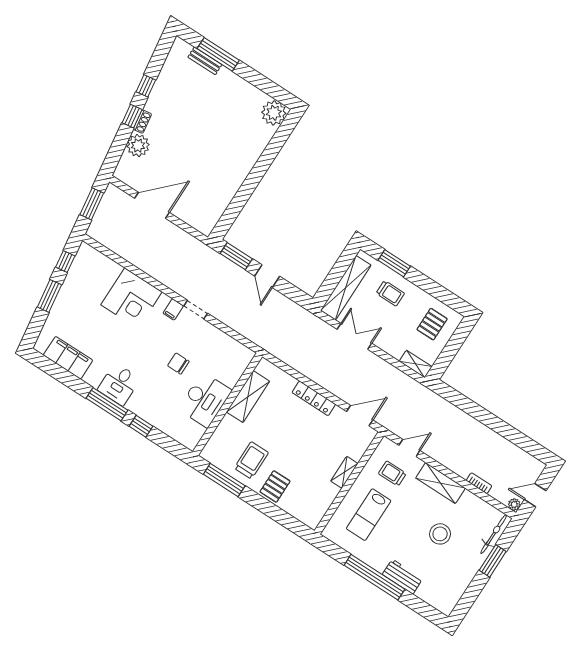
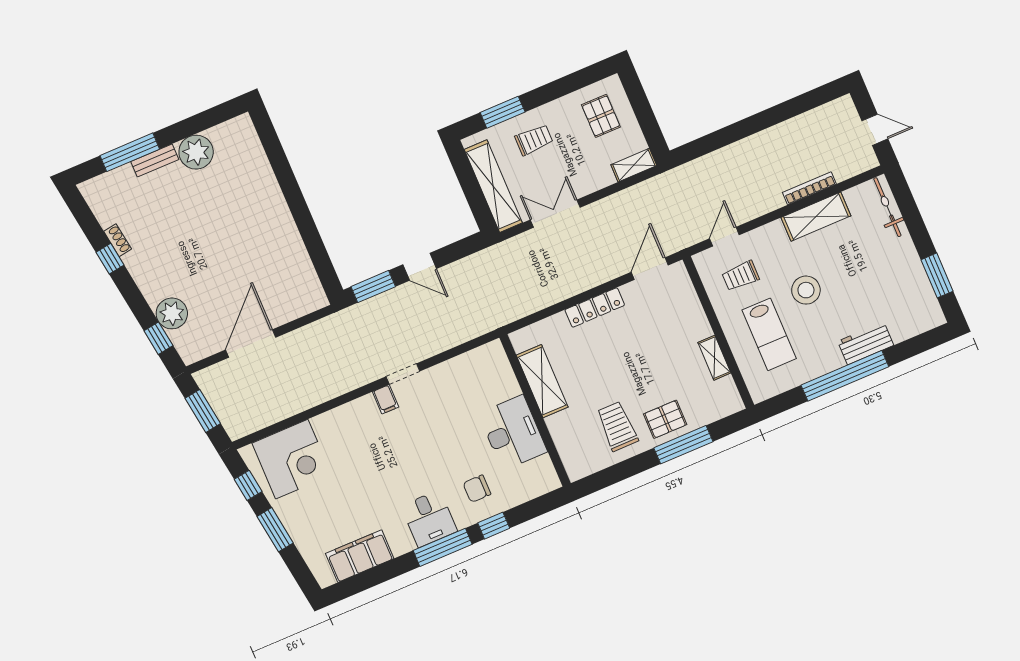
bench: (205, 61) -> (155, 161), moved
plant: (274, 113) -> (196, 152), moved
window: (132, 116) -> (158, 338), moved
shoe rack: (142, 122) -> (118, 240), moved
corner desk: (131, 298) -> (292, 459), moved
chair: (178, 364) -> (477, 489), moved
shelving: (344, 472) -> (714, 358), moved
window: (224, 480) -> (683, 445), moved
shelving: (440, 483) -> (816, 217), moved
bookcase: (479, 483) -> (809, 188), width x1.56
pallet: (275, 486) -> (665, 419), turned 90
door: (535, 495) -> (875, 130), swing flipped
plant: (514, 505) -> (869, 161), removed
stool: (440, 534) -> (806, 290), moved
window: (493, 561) -> (937, 275), moved

